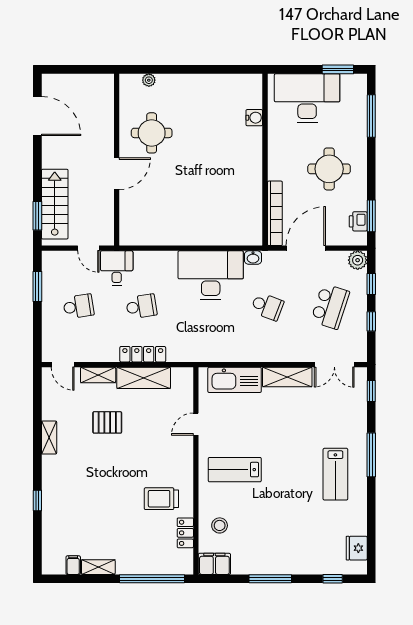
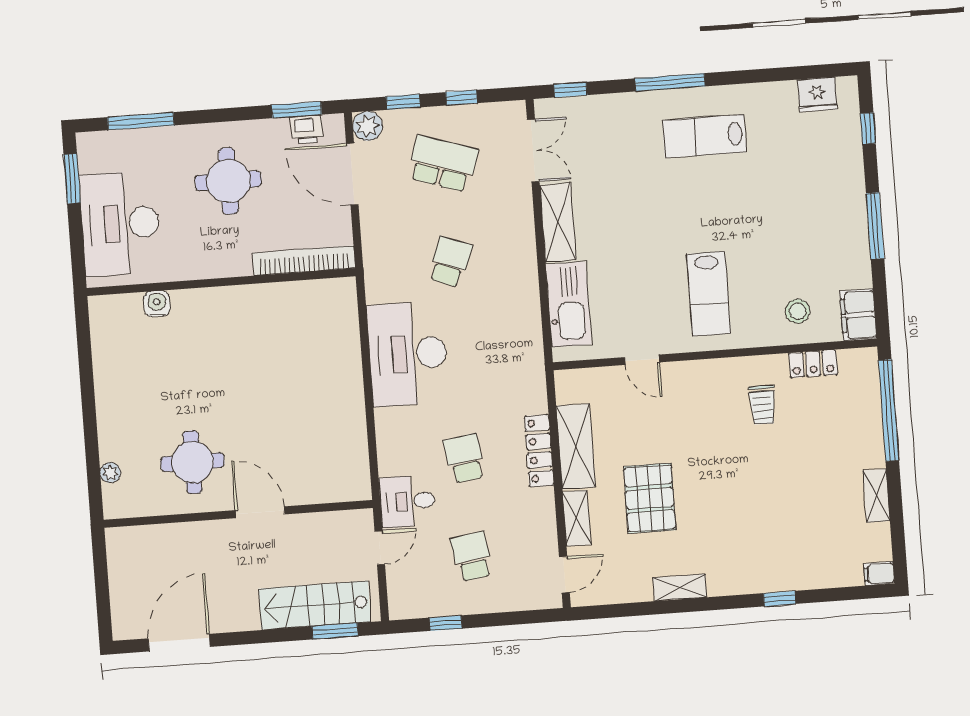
door: (306, 248) -> (352, 174), moved
washbasin: (253, 258) -> (376, 290), removed
window: (37, 287) -> (446, 623), width x0.67
pallet: (107, 422) -> (650, 498), width x1.50, depth x1.42
lab bench: (335, 474) -> (704, 136), turned 180
trolley: (161, 499) -> (762, 405), width x0.73, depth x0.72
filing cabinet: (73, 565) -> (879, 574), moved

